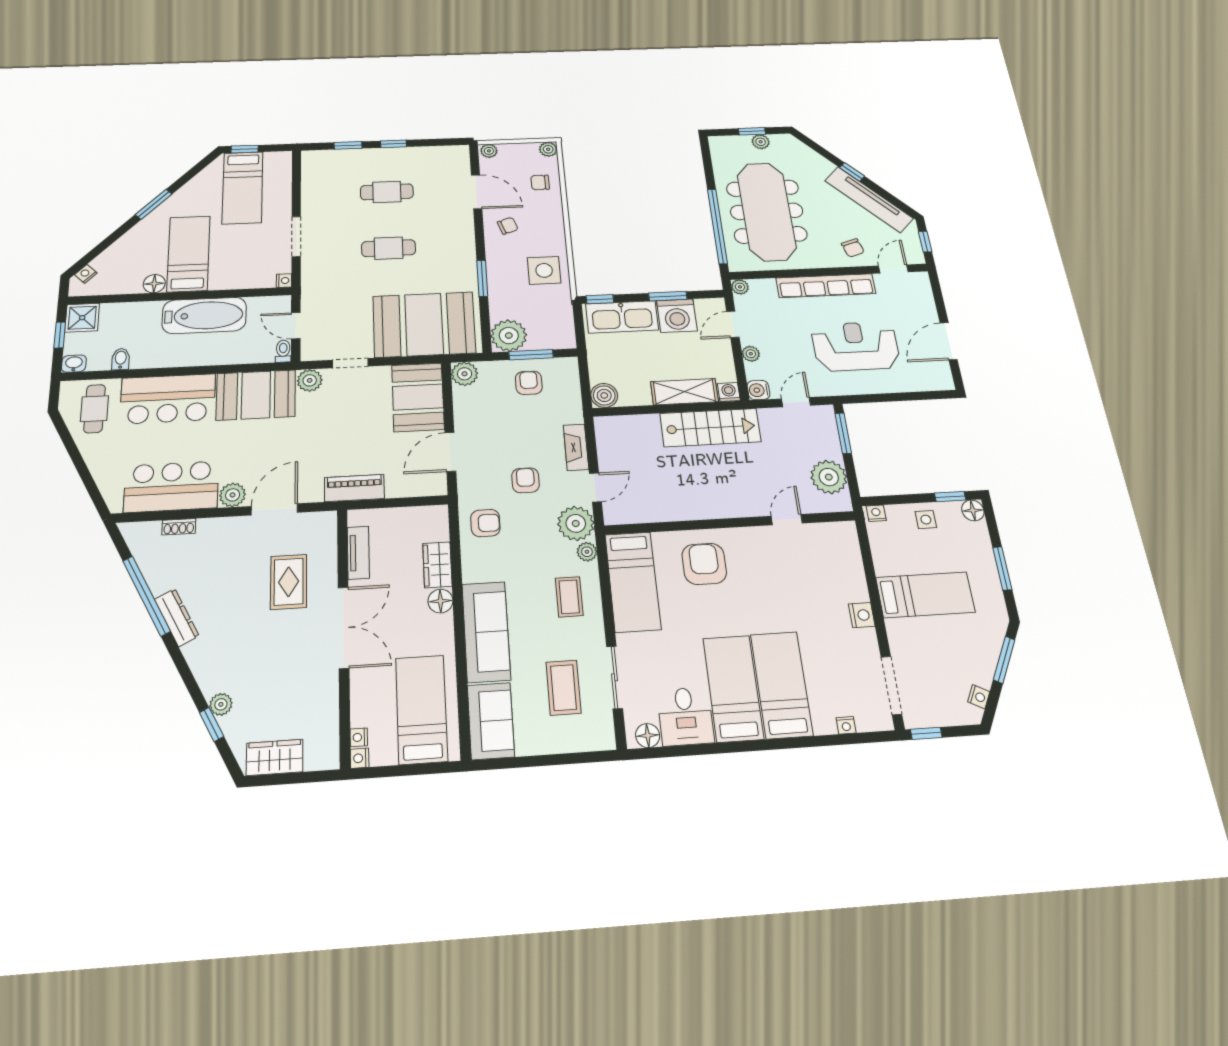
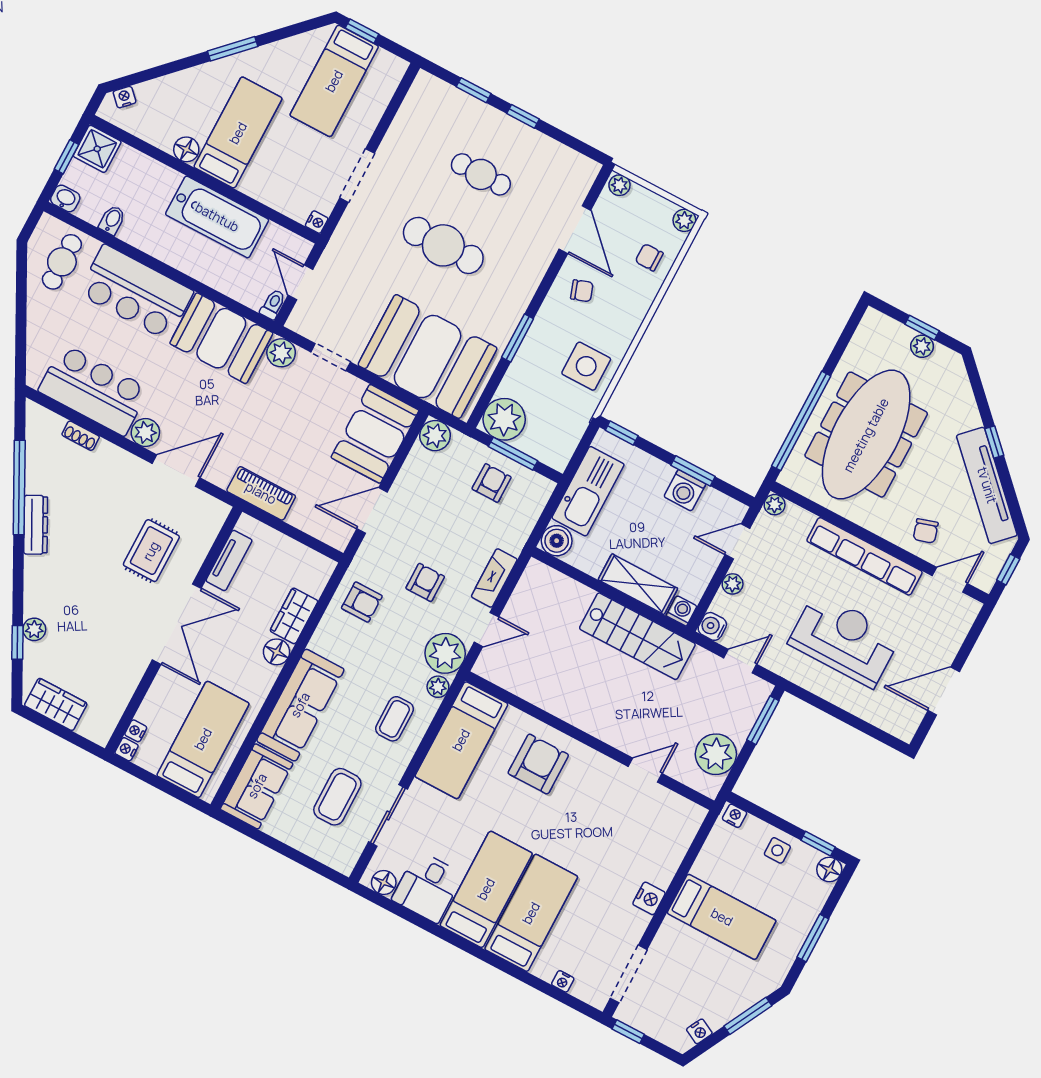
cafe table: (389, 248) -> (443, 245), width x1.37, depth x1.35
washing machine: (677, 316) -> (685, 490), width x0.73, depth x0.73
kitchen sink: (622, 317) -> (588, 491), moved, turned -90

